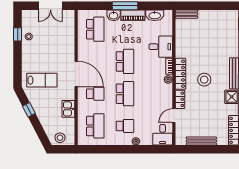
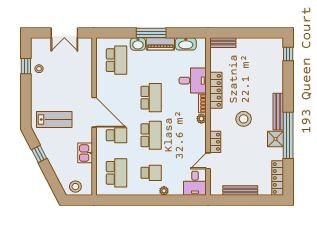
locker: (180, 74) -> (216, 90), moved

